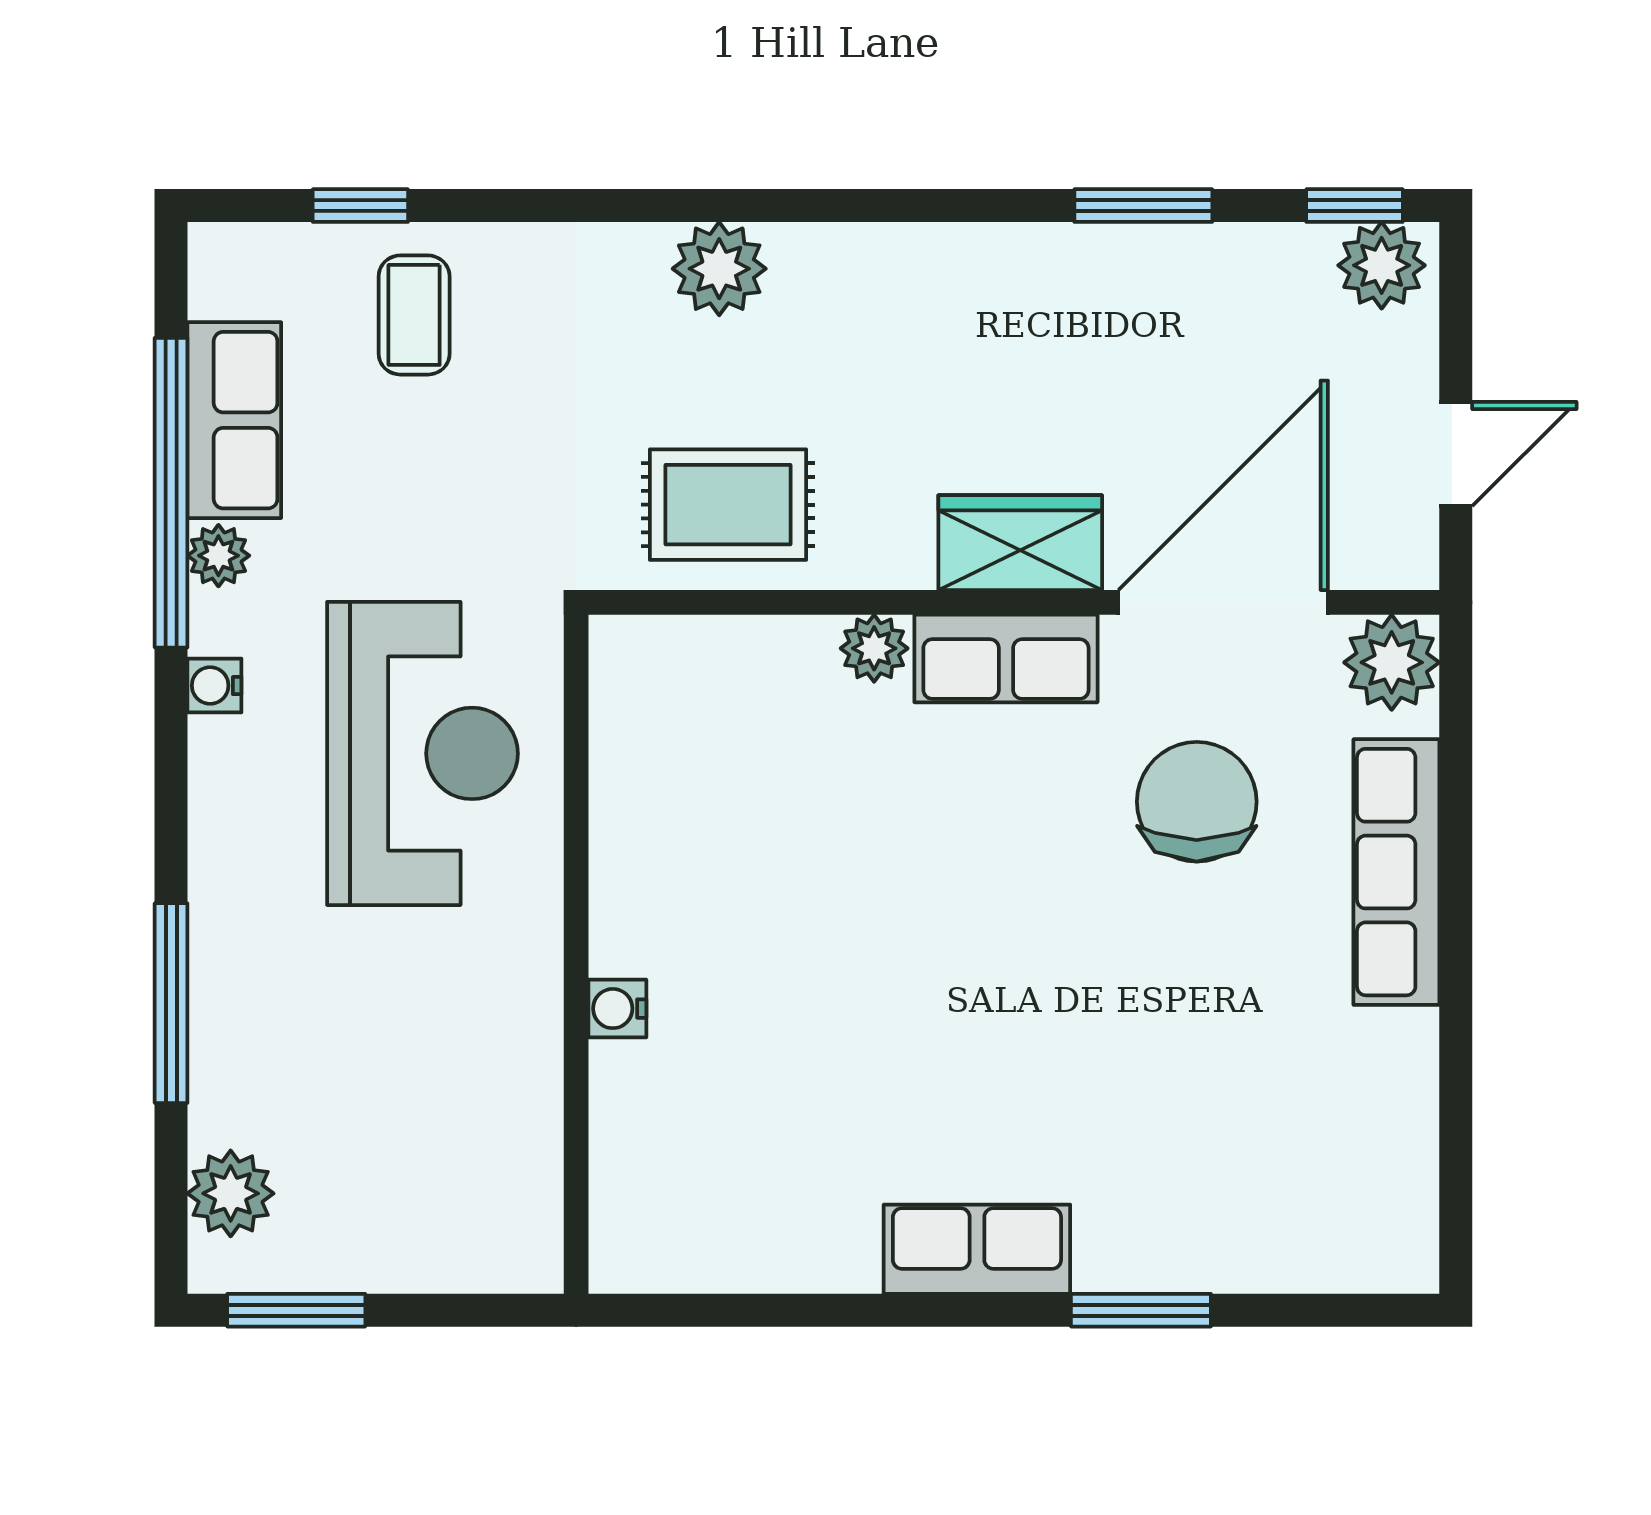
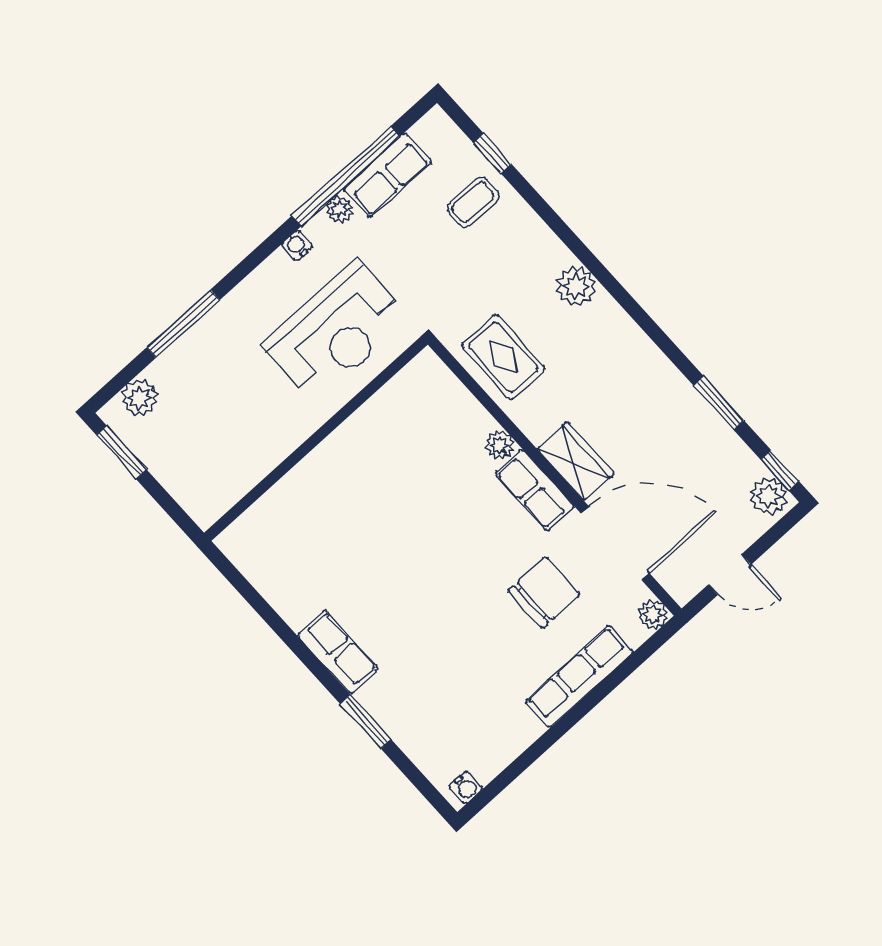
plant: (1392, 662) -> (653, 615), width x0.73, depth x0.73
water cooler: (617, 1009) -> (466, 788), moved, turned 180

